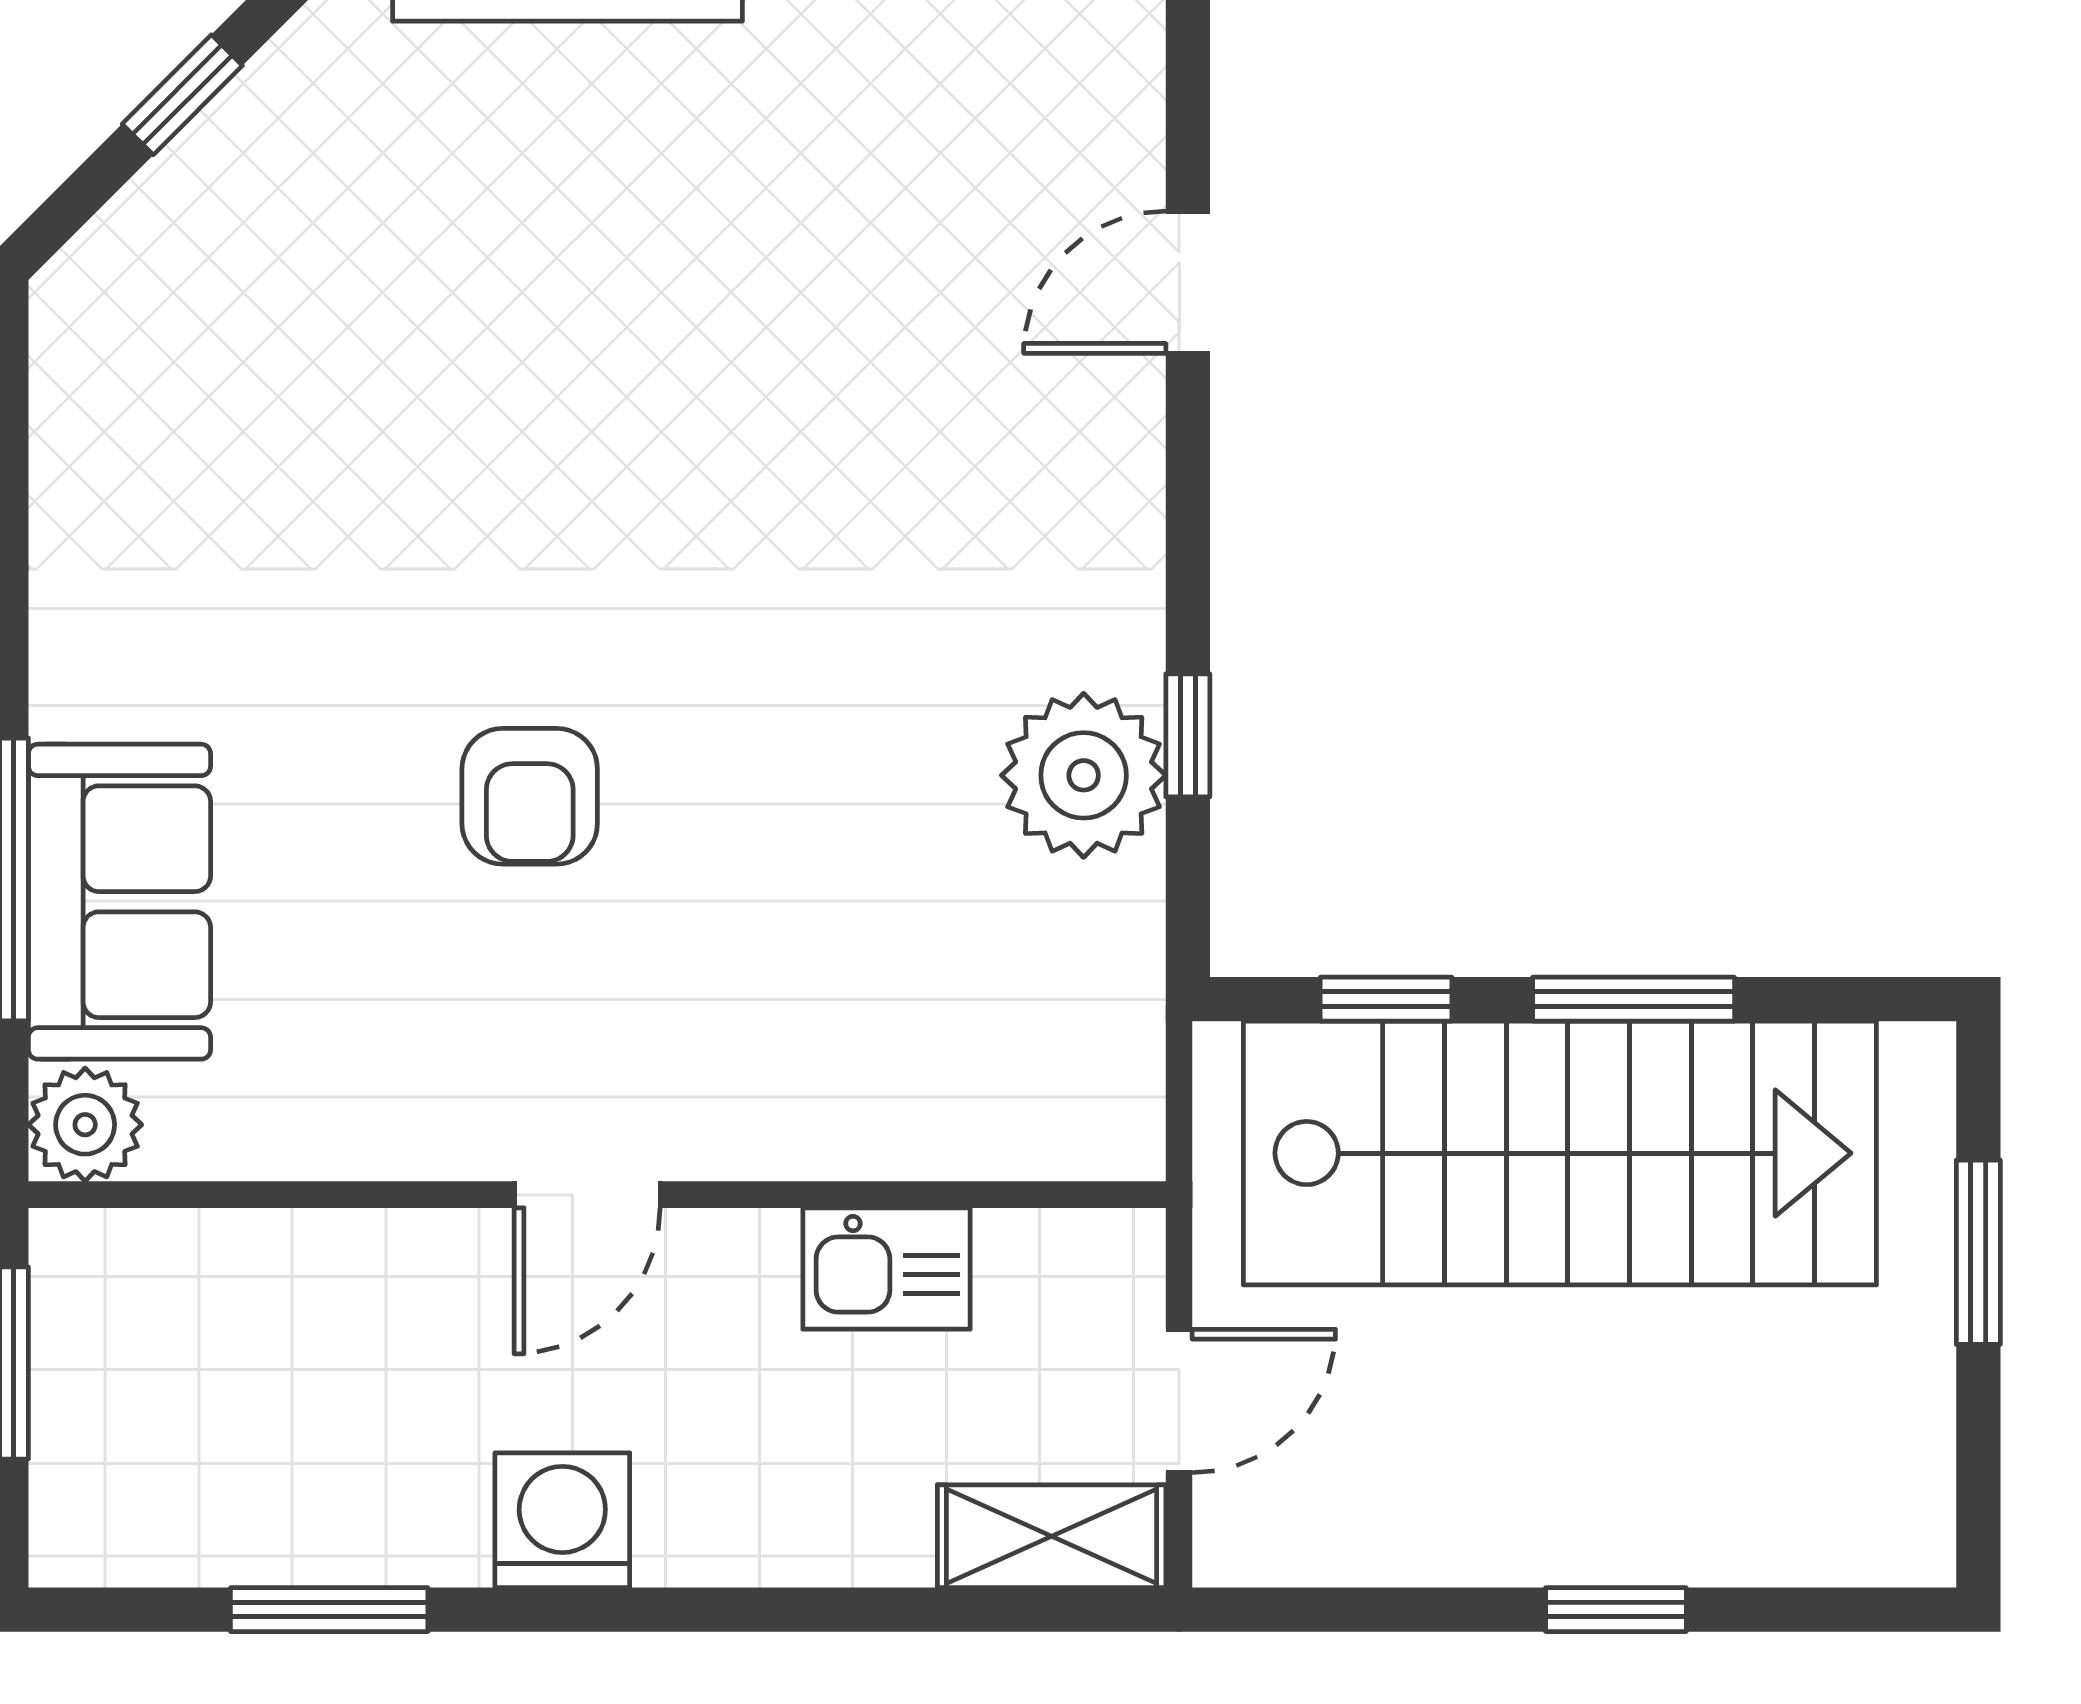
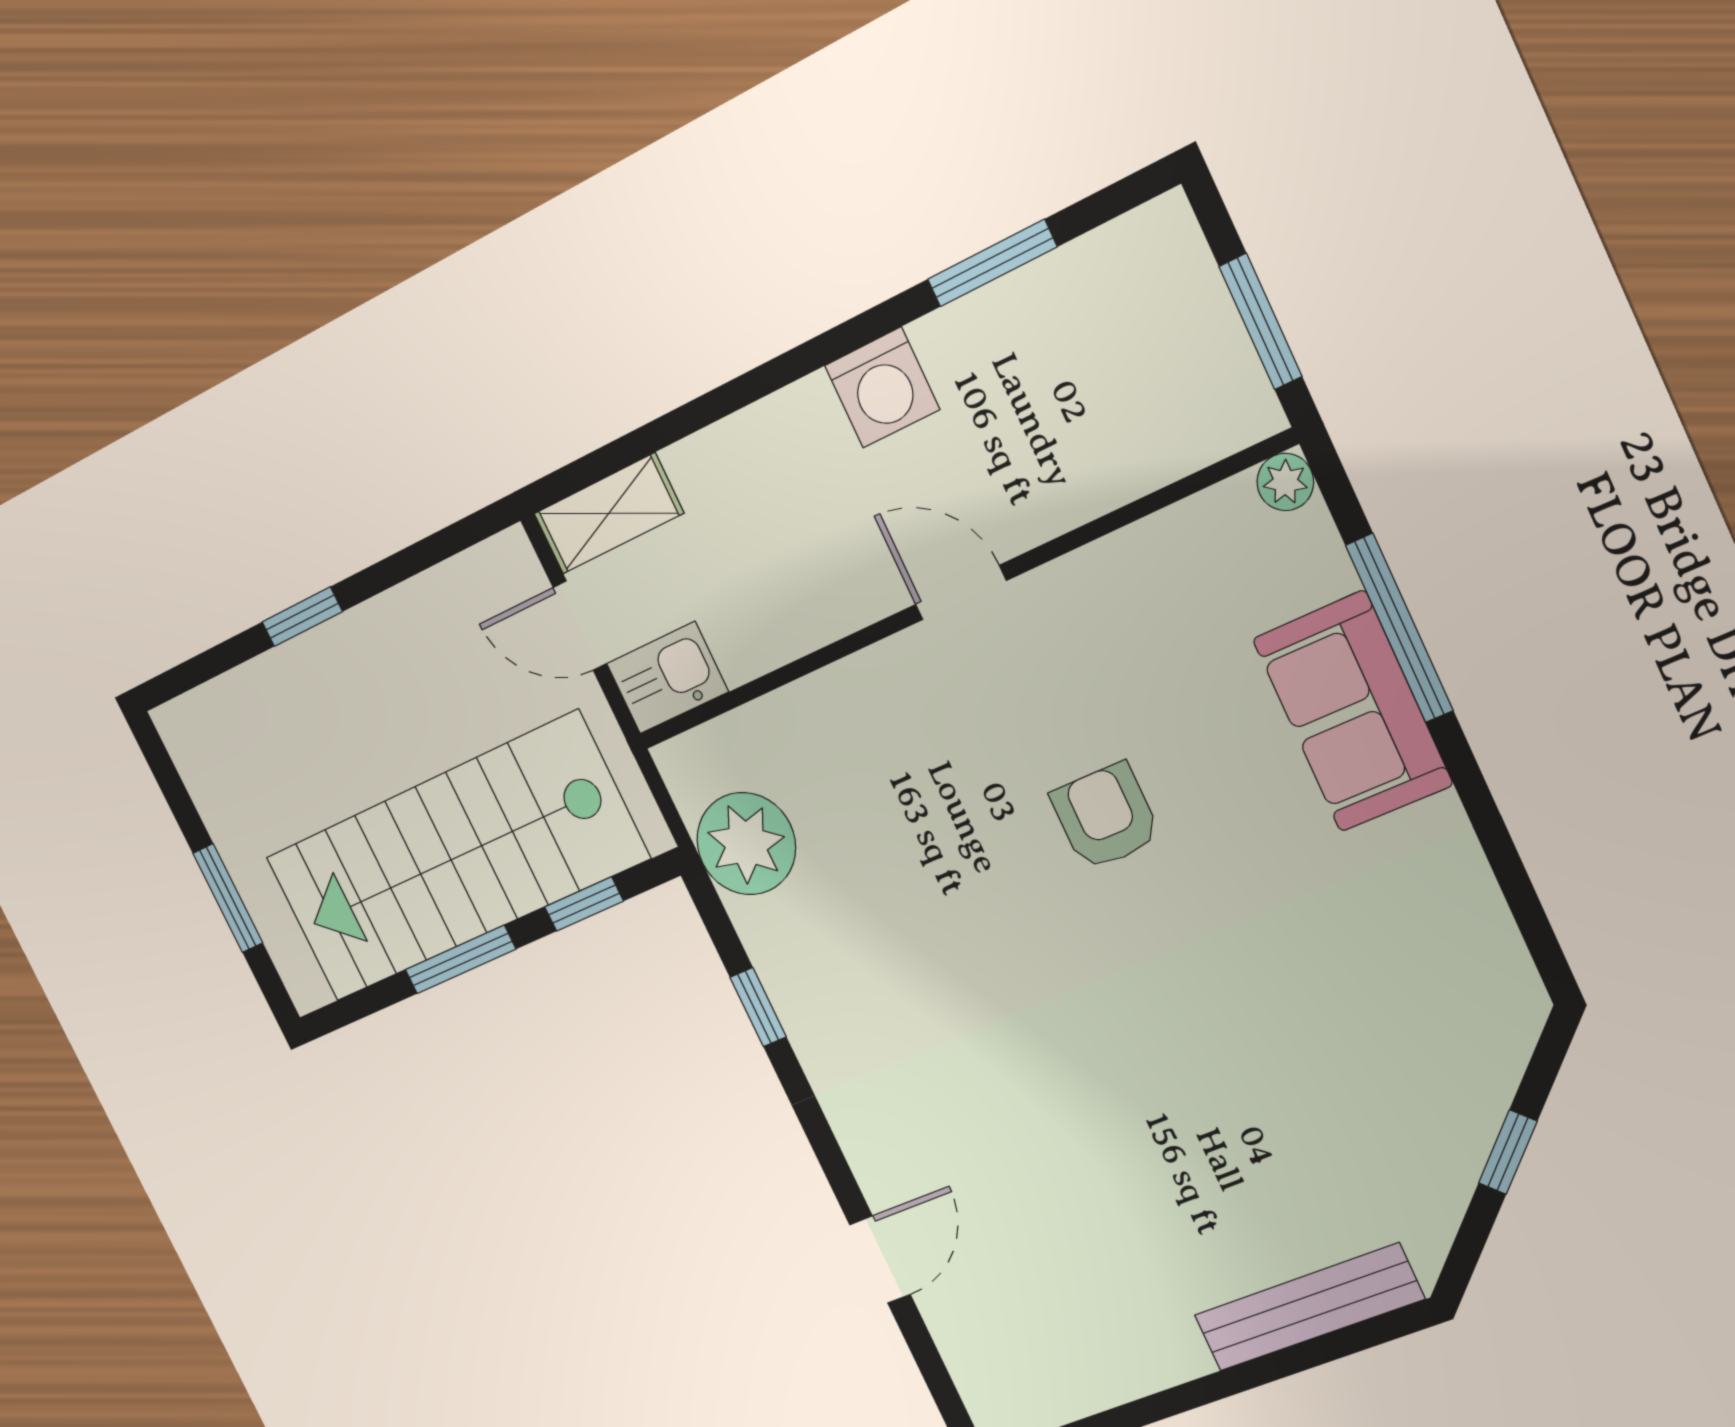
plant: (1084, 775) -> (746, 844), moved
sofa: (119, 902) -> (1353, 712), moved
plant: (85, 1125) -> (1285, 482), width x0.73, depth x0.73
door: (587, 1195) -> (961, 593), hinge flipped
kitchen sink: (886, 1268) -> (667, 678), moved
door: (1179, 1401) -> (580, 626), hinge flipped

